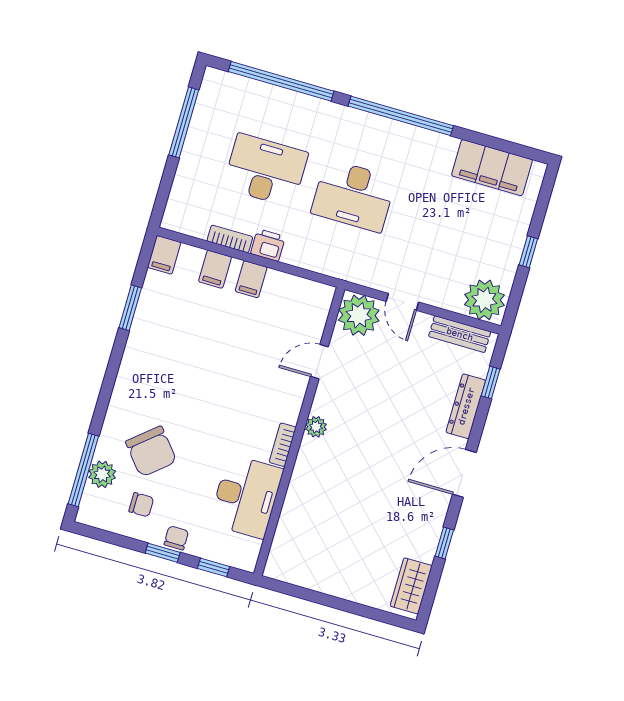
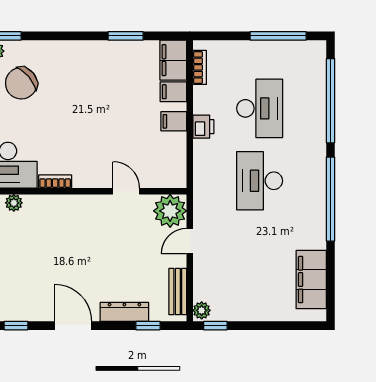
bookcase: (230, 239) -> (200, 67), moved
window: (528, 252) -> (215, 326), moved
filing cabinet: (164, 255) -> (173, 60), width x2.00
plant: (484, 300) -> (202, 310), width x0.53, depth x0.53
plant: (316, 427) -> (14, 203), moved

